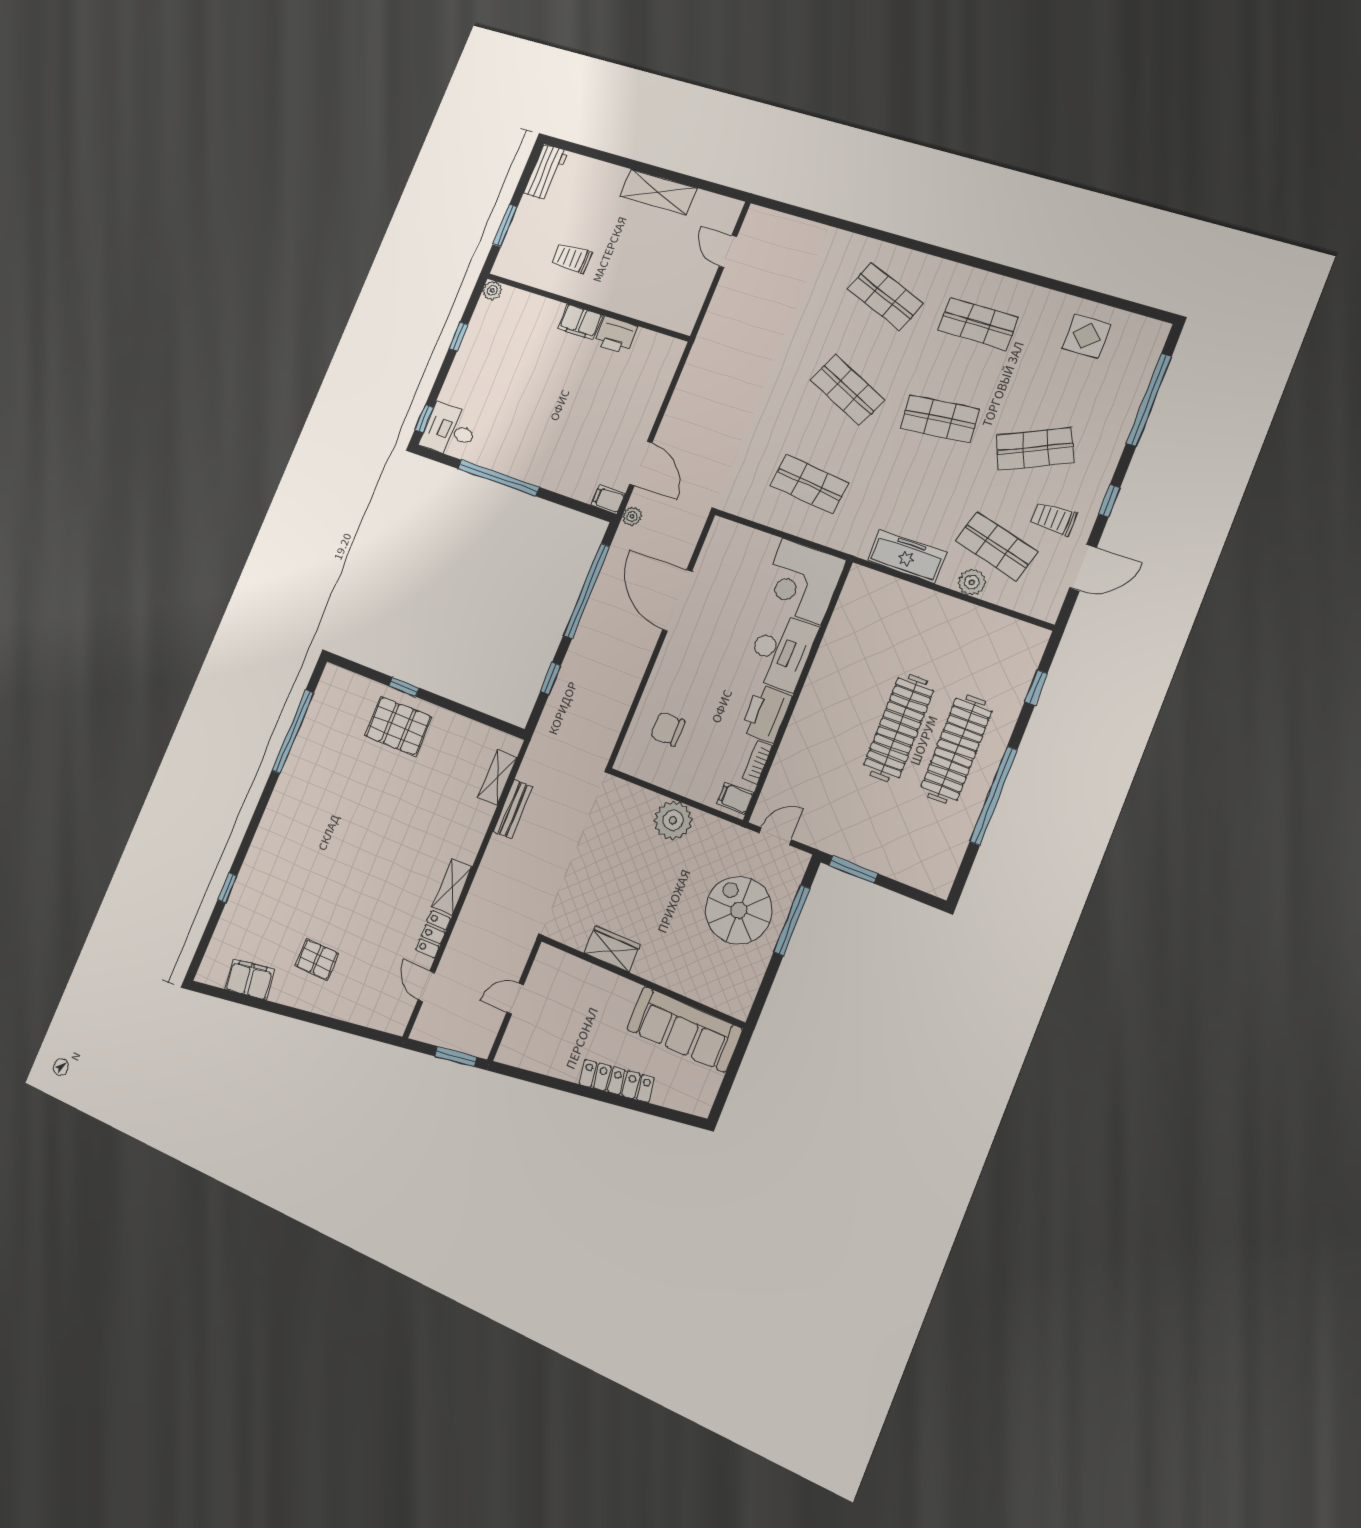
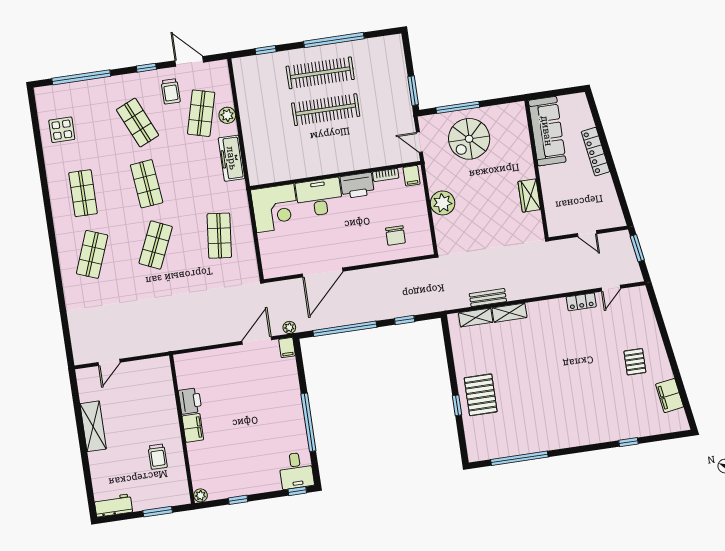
shelving: (452, 887) -> (509, 313), moved

